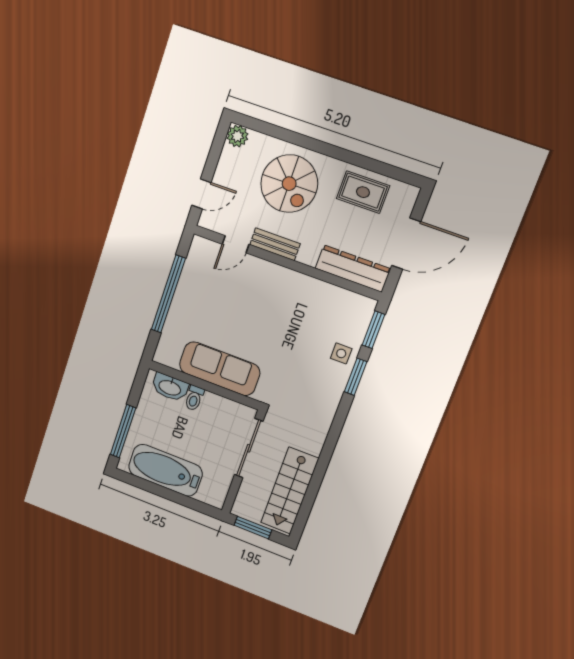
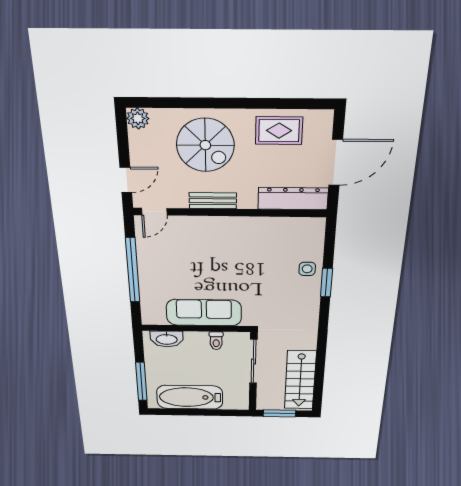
door: (236, 244) -> (154, 212), moved
window: (373, 330) -> (330, 242), removed
toilet: (194, 398) -> (216, 341), moved

